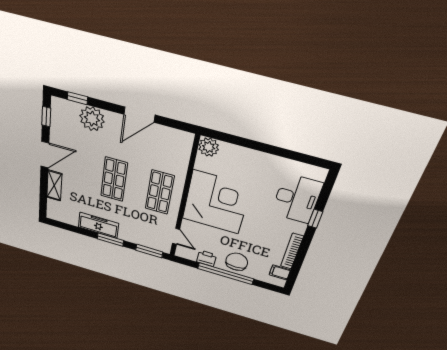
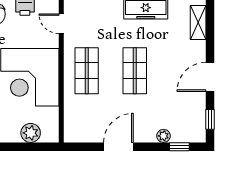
plant: (92, 119) -> (164, 136), width x0.53, depth x0.53
plant: (209, 147) -> (31, 133), moved
shelving: (54, 186) -> (198, 22), moved

